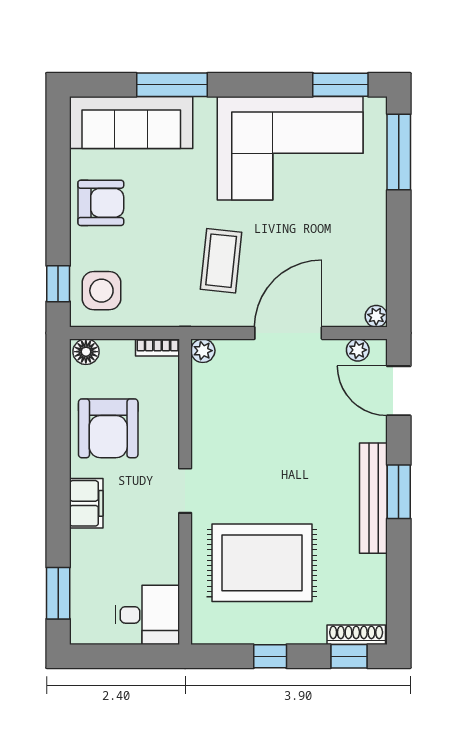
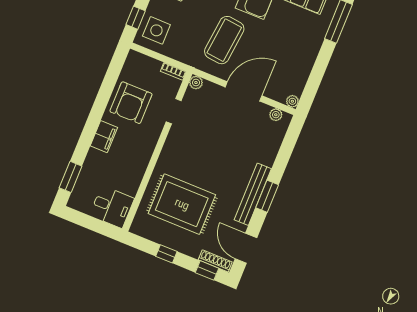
coffee table: (221, 261) -> (224, 40), width x1.36, depth x1.32
floor lamp: (86, 352) -> (136, 59), removed
door: (399, 391) -> (246, 248), moved
doorway: (185, 491) -> (174, 111), moved

